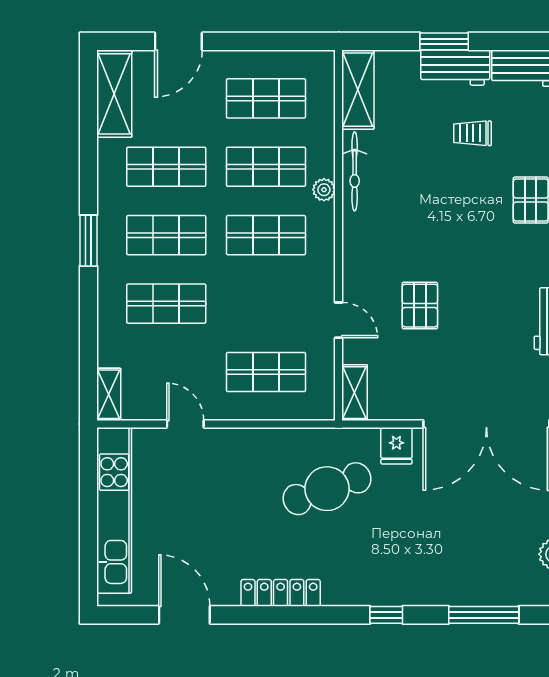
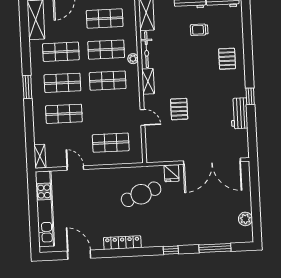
shelving: (355, 393) -> (148, 81), moved

